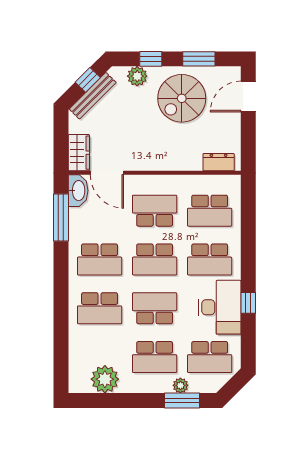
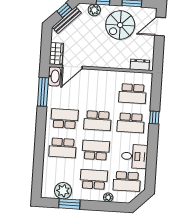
door: (107, 173) -> (72, 67), hinge flipped
school desk: (155, 211) -> (99, 91), removed
school desk: (100, 259) -> (65, 119), turned 180
window: (248, 303) -> (154, 117), moved
desk: (220, 307) -> (135, 156), width x0.73
school desk: (155, 357) -> (94, 179), turned 180
window: (182, 400) -> (69, 204), moved

